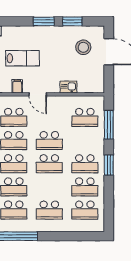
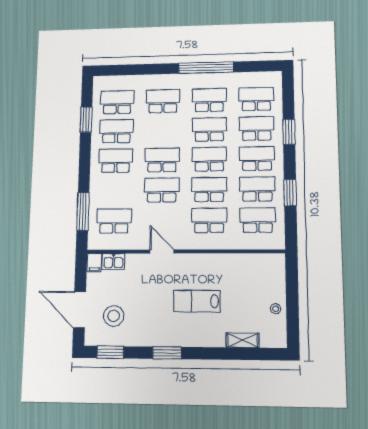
window: (72, 21) -> (110, 352), moved
filing cabinet: (17, 86) -> (94, 263), moved
kitchen sink: (68, 87) -> (113, 262), moved
door: (38, 94) -> (162, 252), moved
window: (109, 165) -> (86, 120), moved

